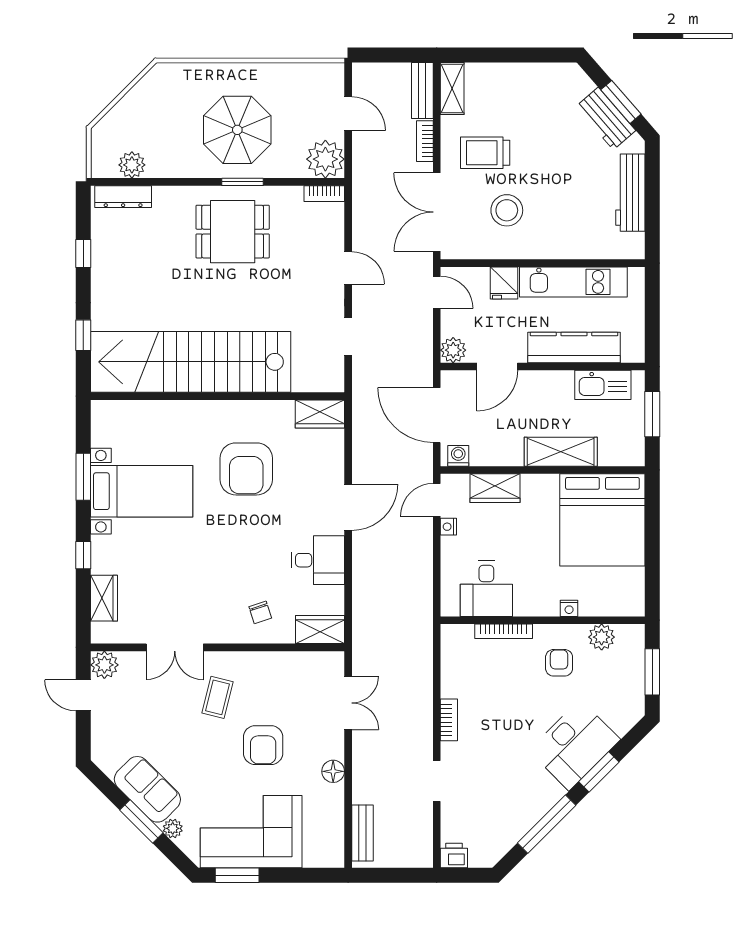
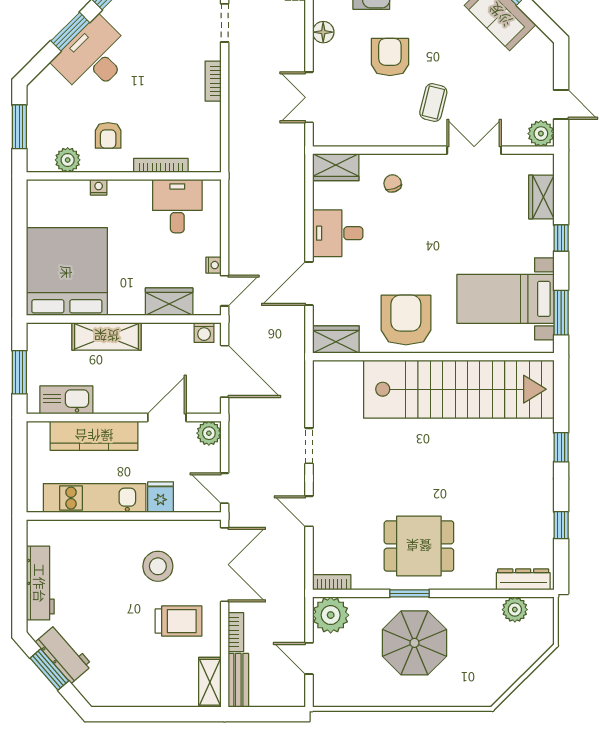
stairs: (191, 362) -> (459, 389), moved
wall: (218, 396) -> (433, 357), moved
wardrobe: (320, 414) -> (336, 339), moved

